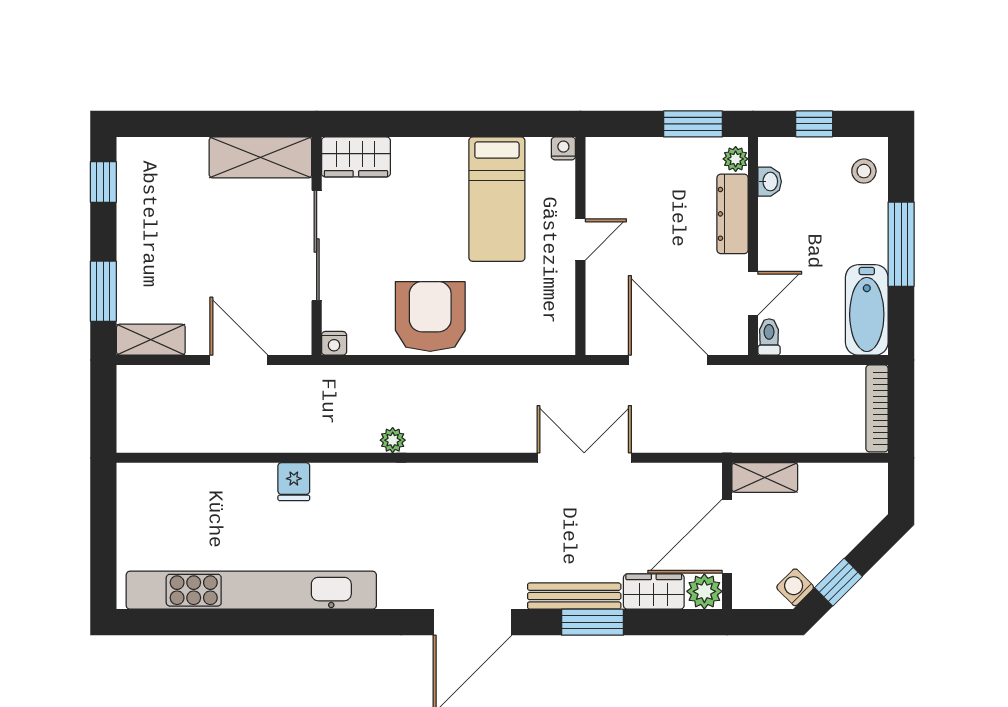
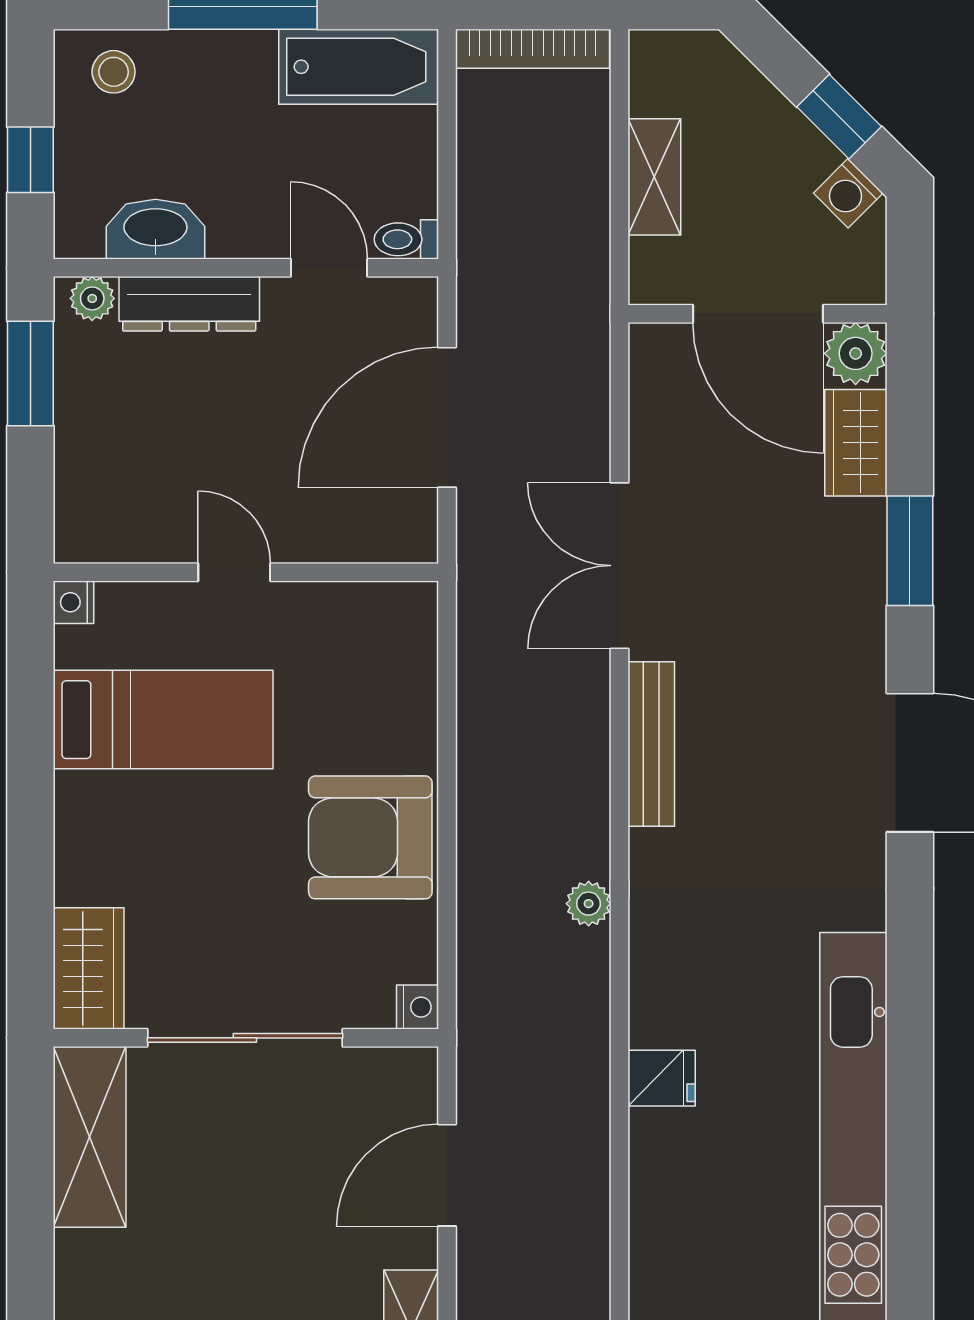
washbasin: (770, 182) -> (155, 229), width x1.91, depth x1.45
shelving: (765, 477) -> (654, 177), moved
bench: (574, 596) -> (651, 744), moved

